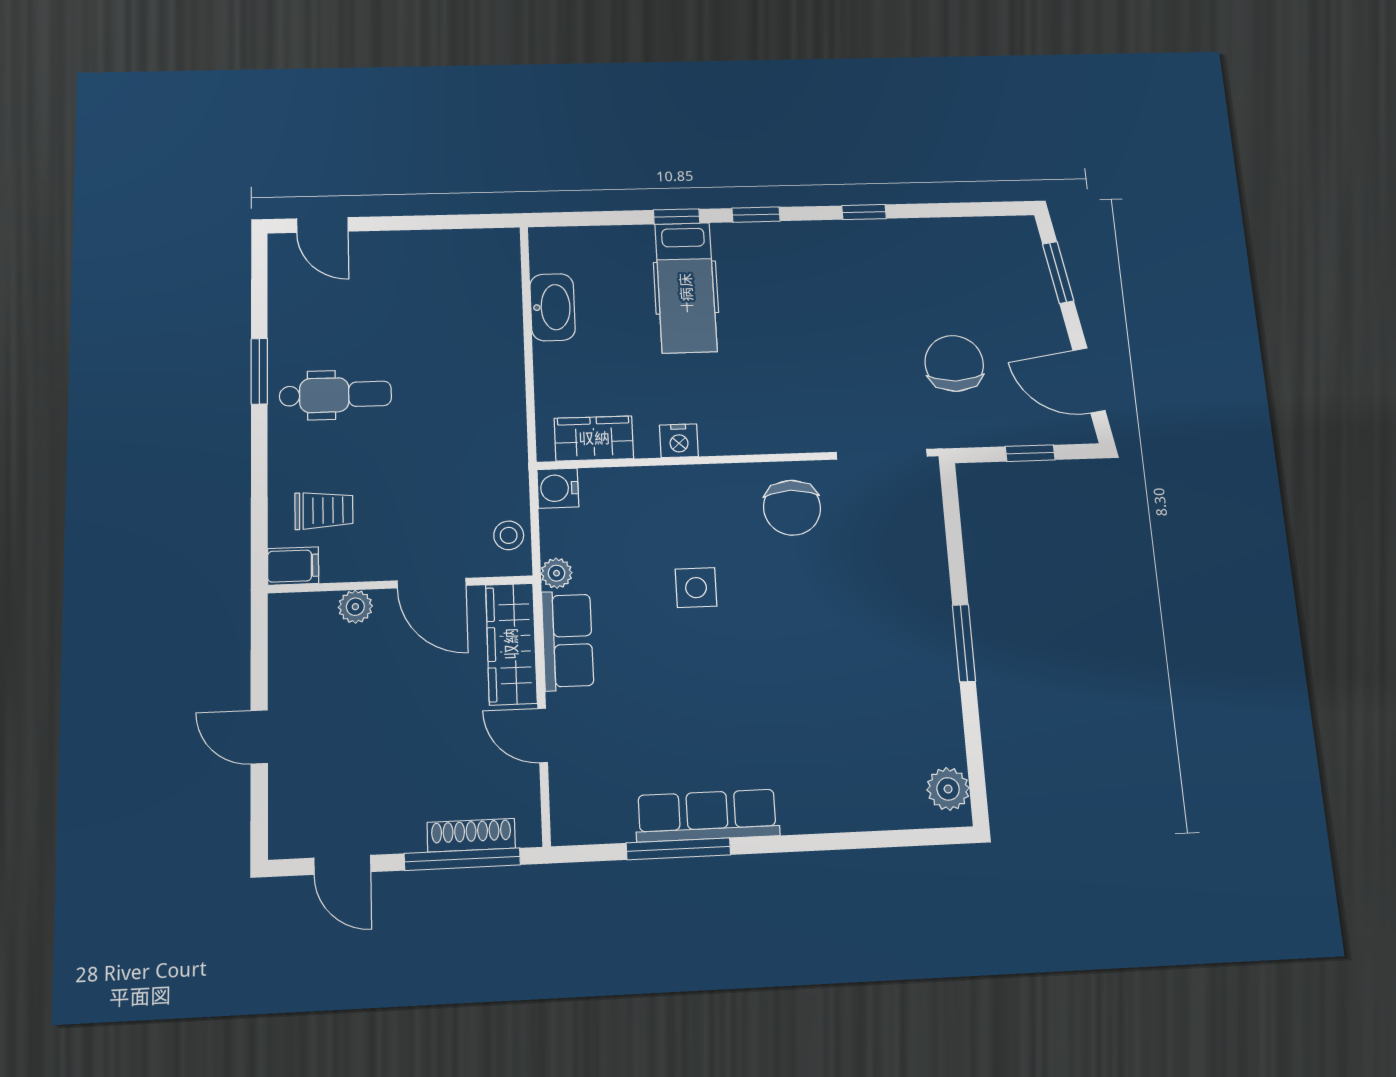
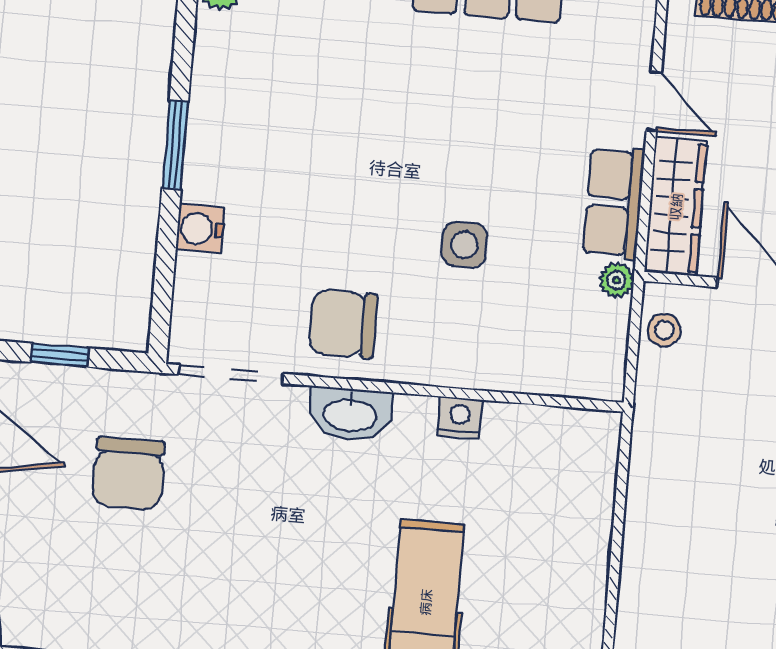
washbasin: (553, 307) -> (350, 414), moved, turned -90
wardrobe: (594, 438) -> (555, 432), removed
water cooler: (558, 488) -> (200, 229), moved, turned 180
chair: (792, 508) -> (343, 324), turned -90

